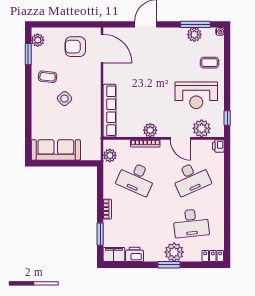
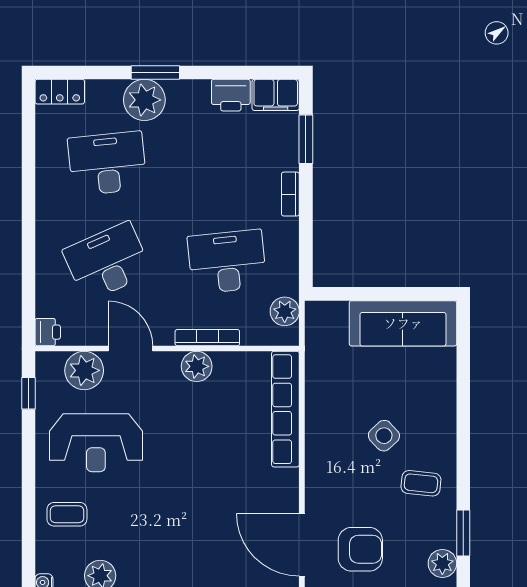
reception desk: (196, 95) -> (96, 443), turned 180
desk: (136, 178) -> (227, 262), turned -30

